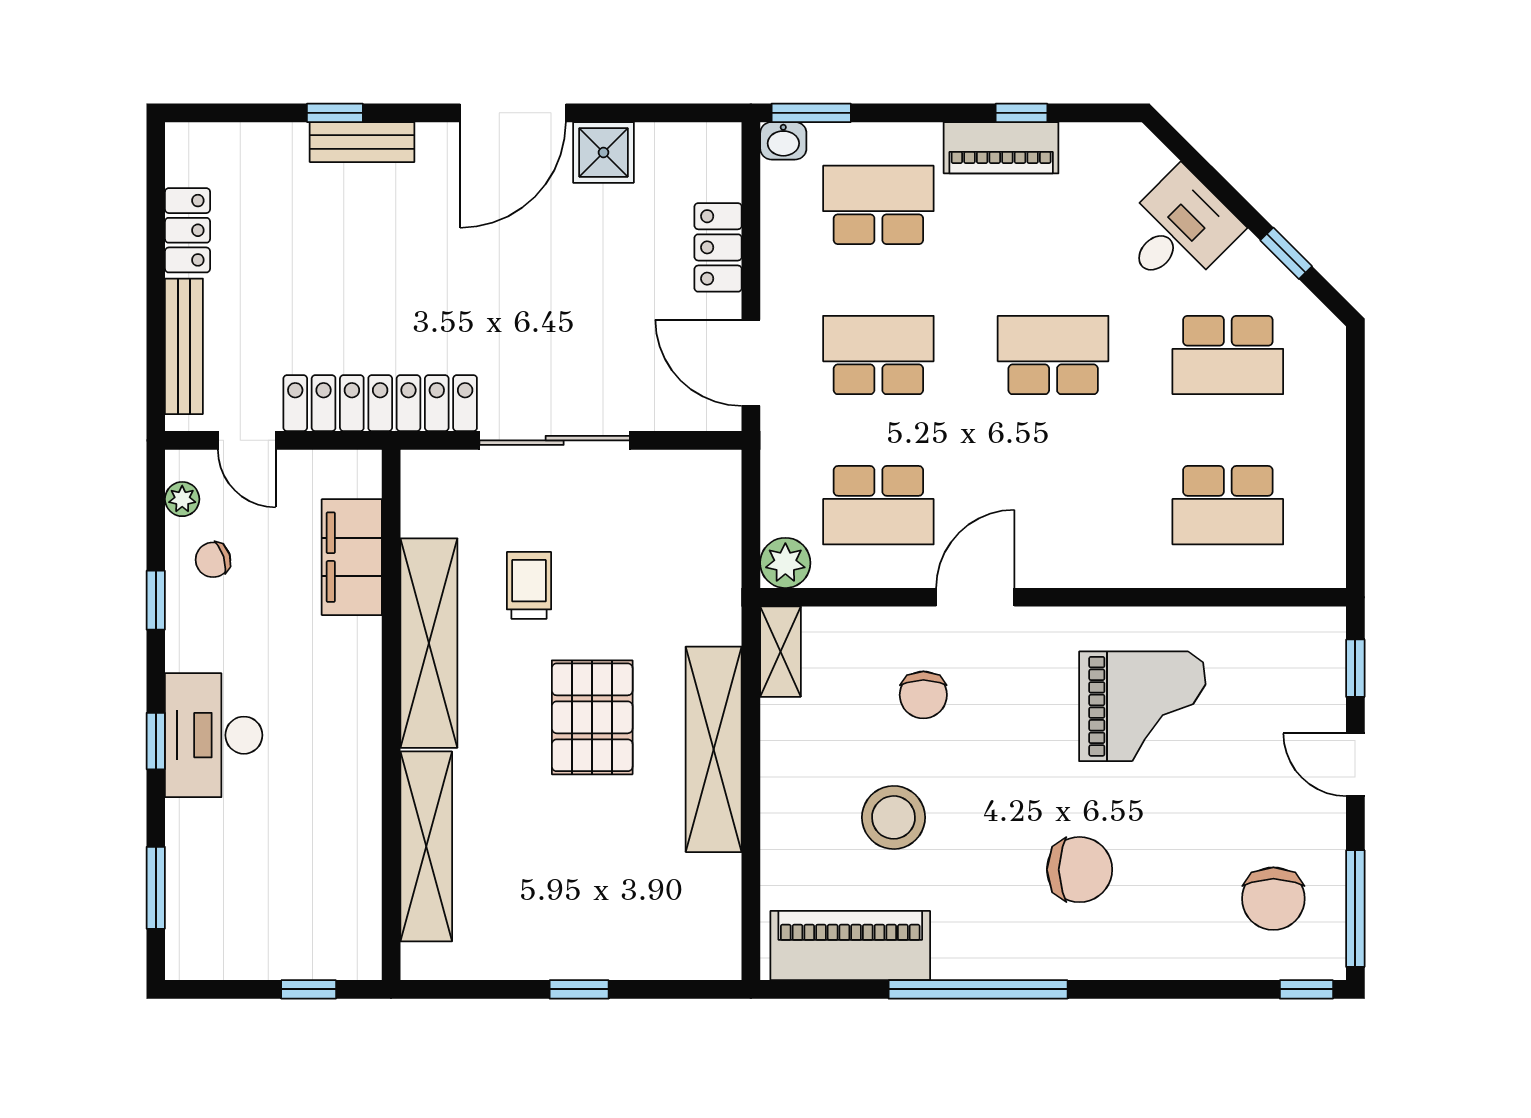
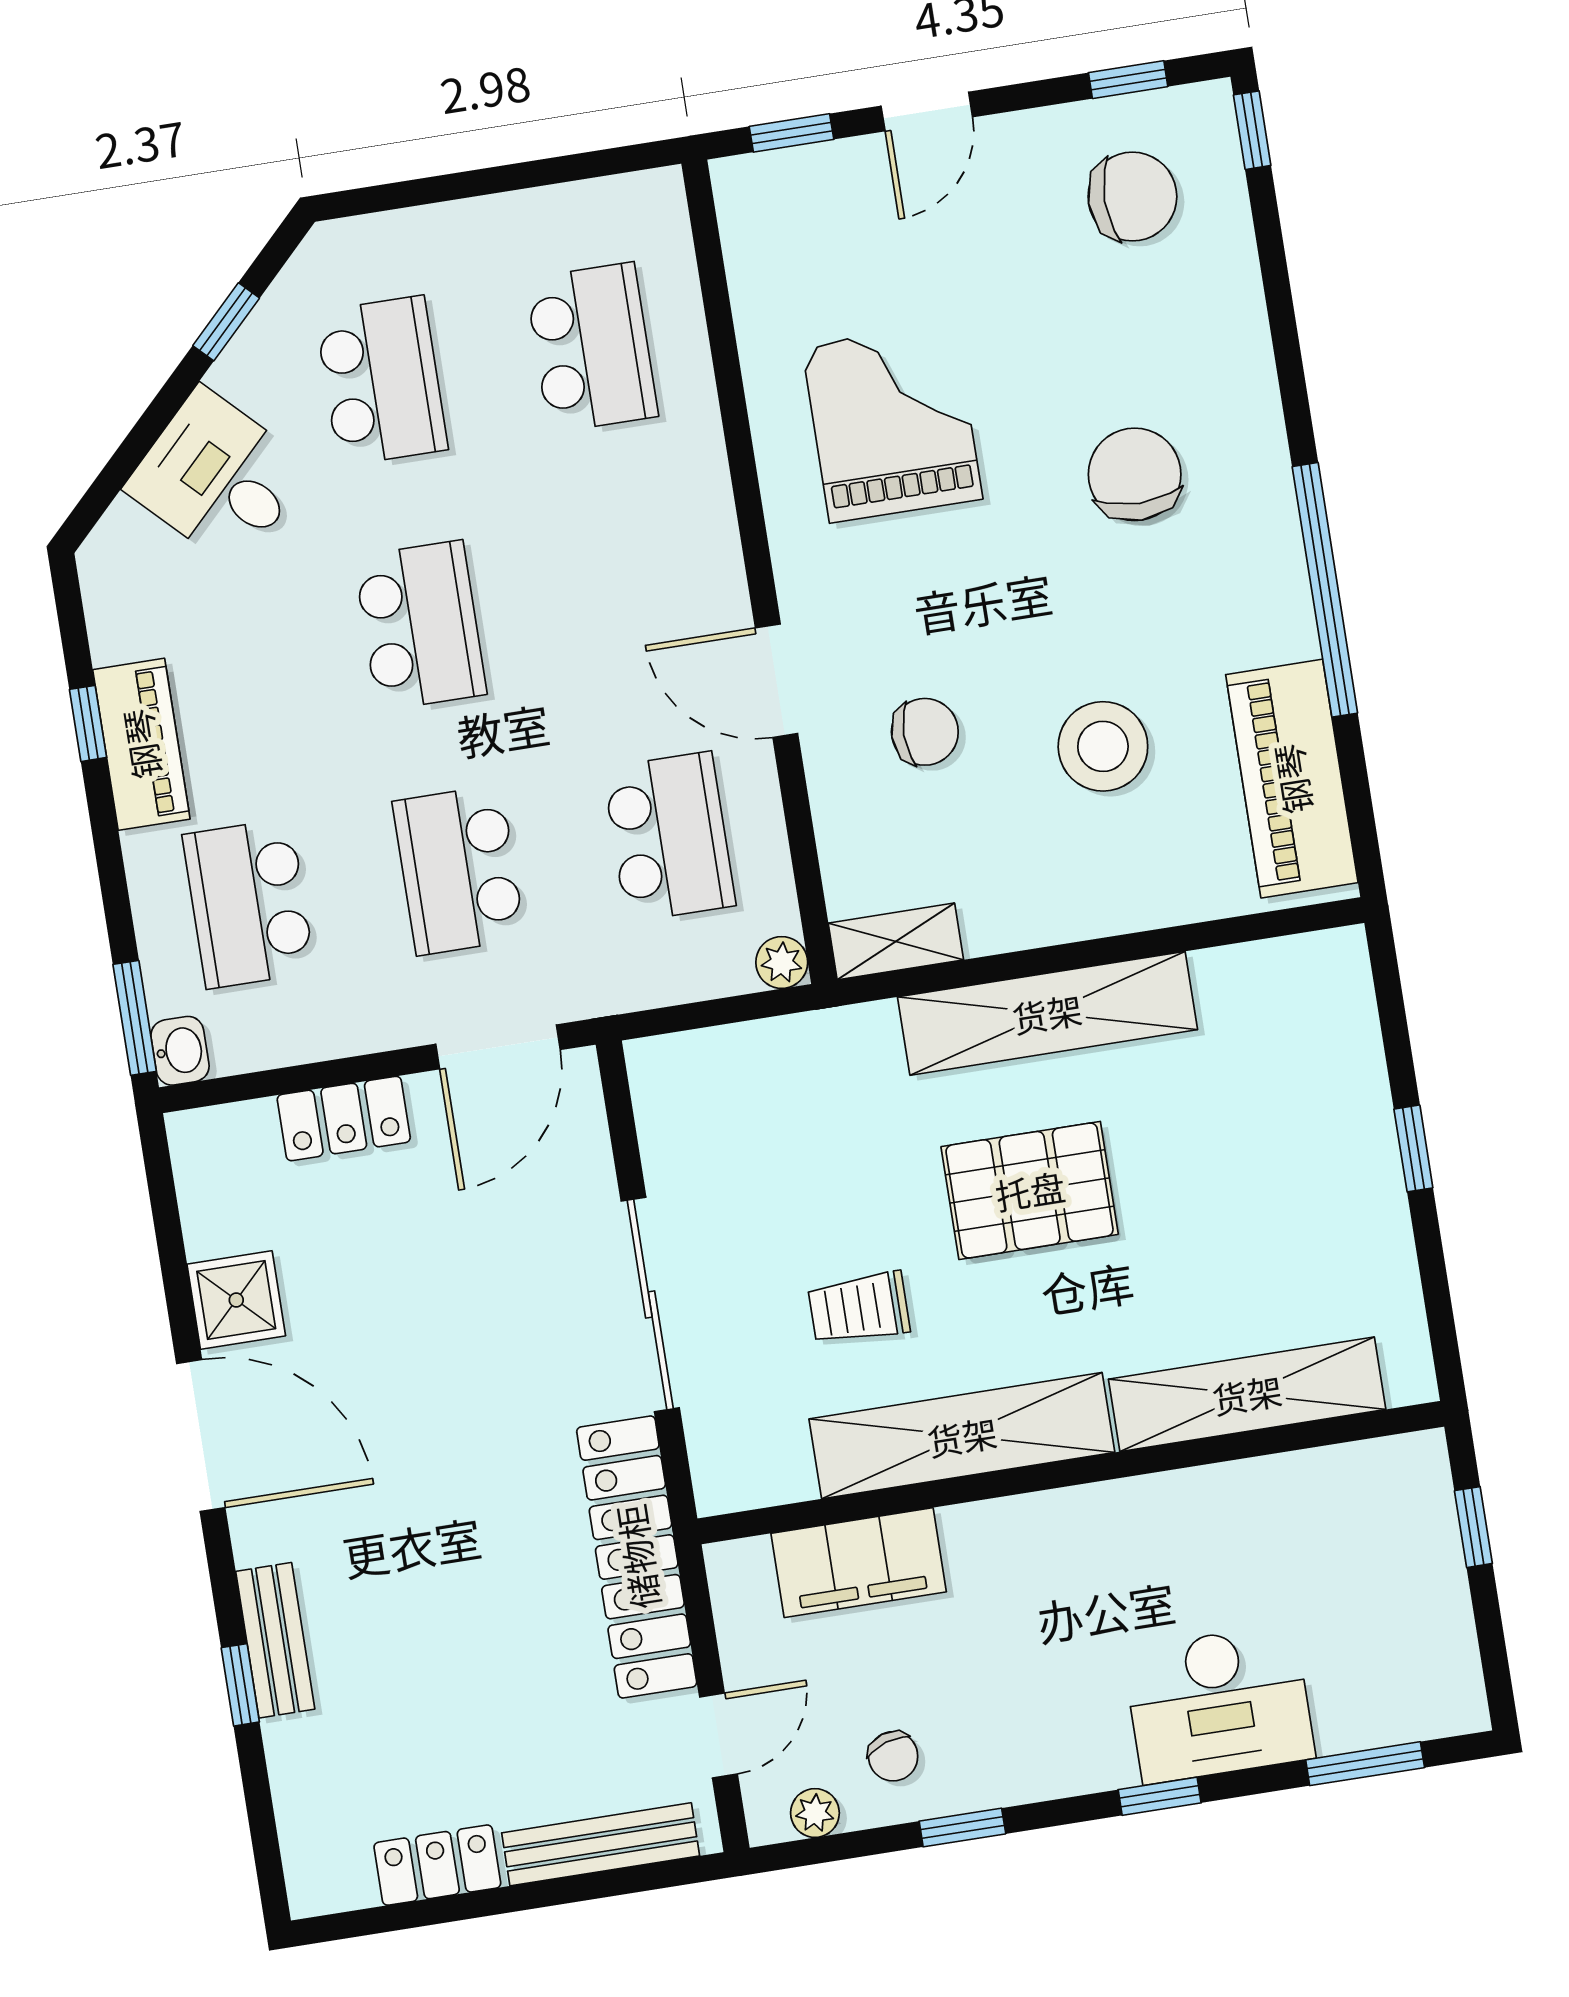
school desk: (1053, 355) -> (420, 625), turned 180
plant: (785, 563) -> (782, 962), width x0.73, depth x0.73
desk: (214, 735) -> (1219, 1704), moved
window: (1355, 909) -> (1128, 80), width x0.46

